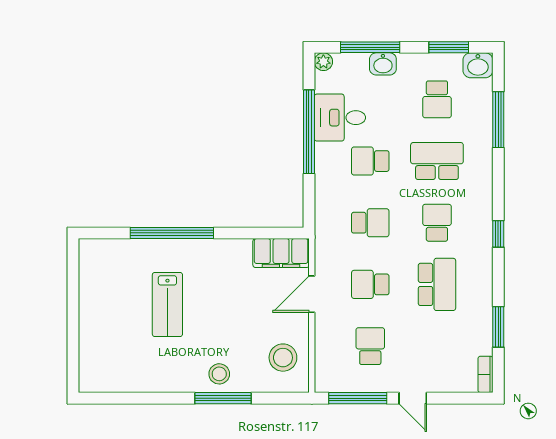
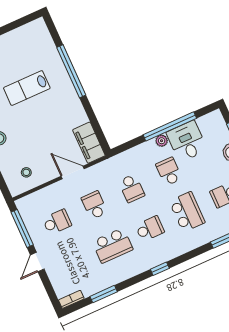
plant: (323, 62) -> (162, 141), moved
stool: (283, 358) -> (26, 172), width x0.53, depth x0.53

